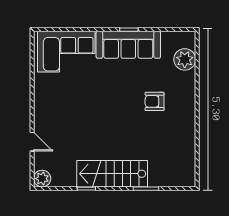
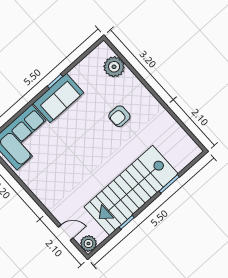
sofa: (128, 45) -> (58, 98), width x0.73
door: (32, 142) -> (66, 233), moved
stairs: (112, 174) -> (131, 190), width x1.36, depth x1.51

